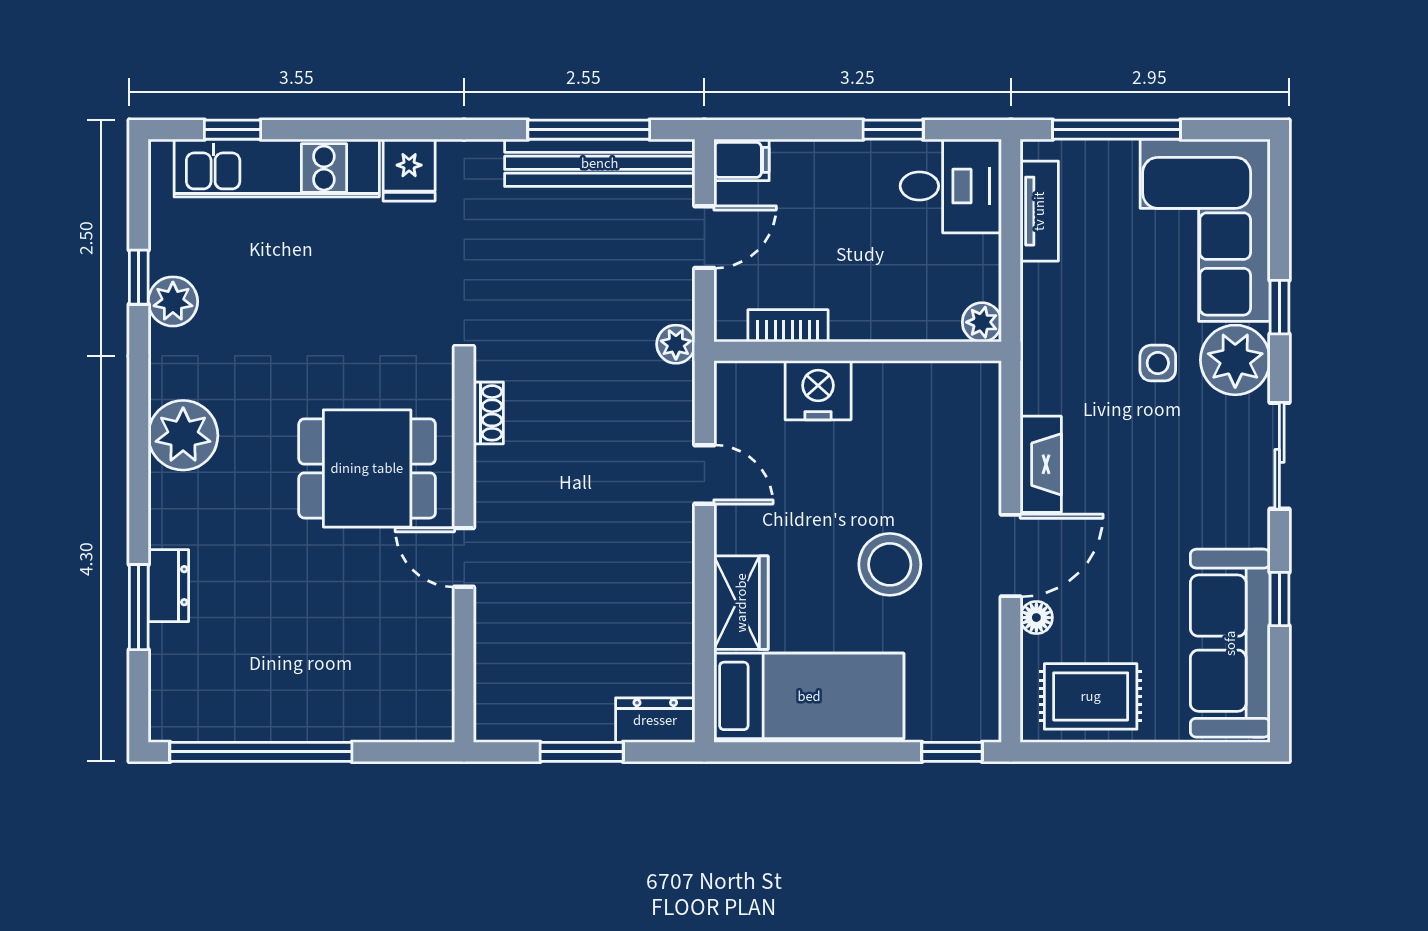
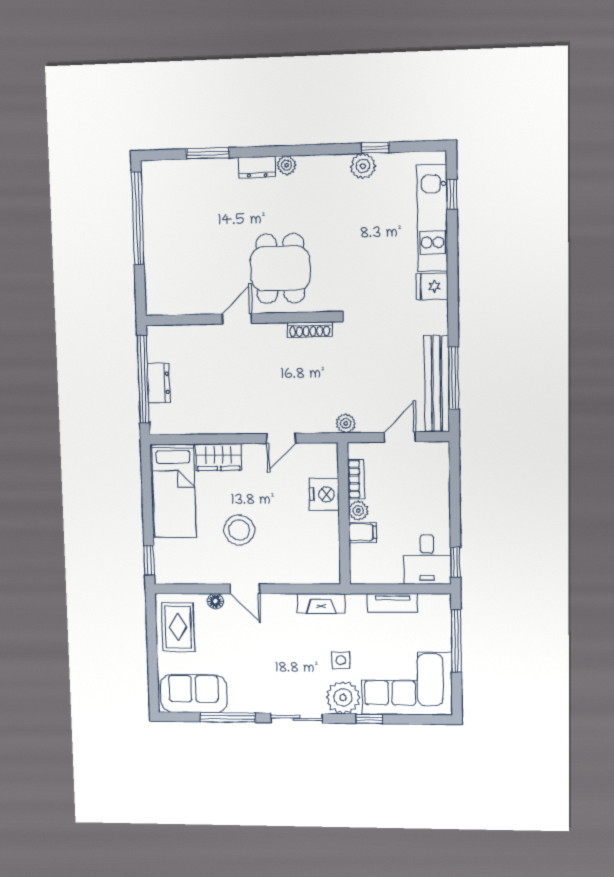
window: (893, 130) -> (455, 562), moved
filing cabinet: (742, 160) -> (363, 532), moved, turned -90
tv unit: (1039, 211) -> (393, 603), moved
door: (704, 237) -> (400, 437), swing flipped
plant: (982, 322) -> (358, 511), moved
shoe rack: (488, 413) -> (309, 330), width x1.43
plant: (183, 435) -> (286, 165), width x0.53, depth x0.53
fireplace: (1041, 464) -> (321, 603), moved
door: (1011, 556) -> (245, 589), width x0.73
dresser: (168, 586) -> (257, 167), moved
window: (1279, 599) -> (228, 717), width x2.17
sofa: (1230, 643) -> (194, 694), width x0.73
dresser: (655, 720) -> (159, 383), moved
window: (582, 752) -> (143, 379), width x2.11

